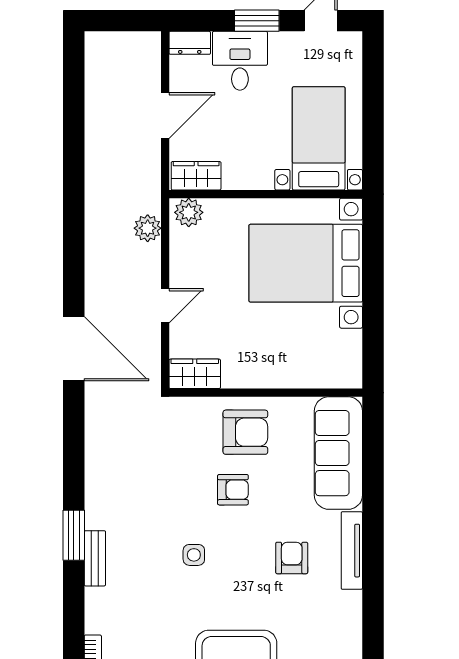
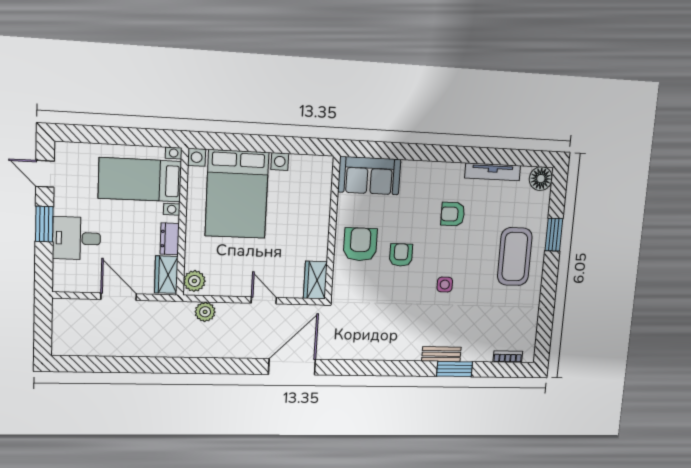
dresser: (190, 43) -> (170, 239), moved, turned 180
sofa: (338, 453) -> (369, 176), width x0.73
window: (74, 535) -> (455, 369), moved
tv unit: (352, 551) -> (493, 172), moved

